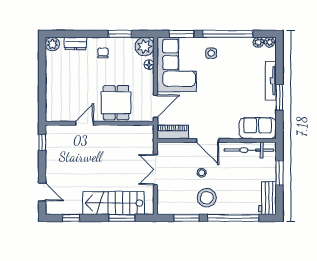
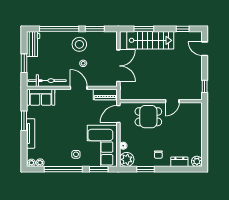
dining table: (116, 103) -> (148, 117), turned 90
double door: (155, 170) -> (118, 66), width x1.37

